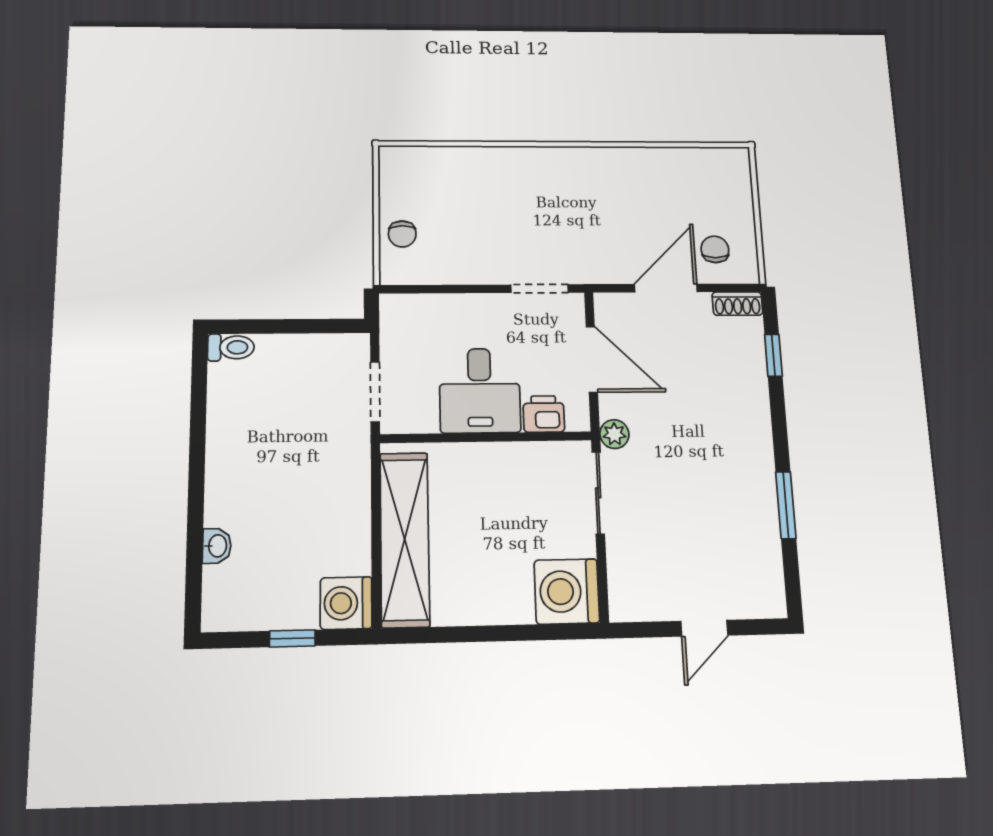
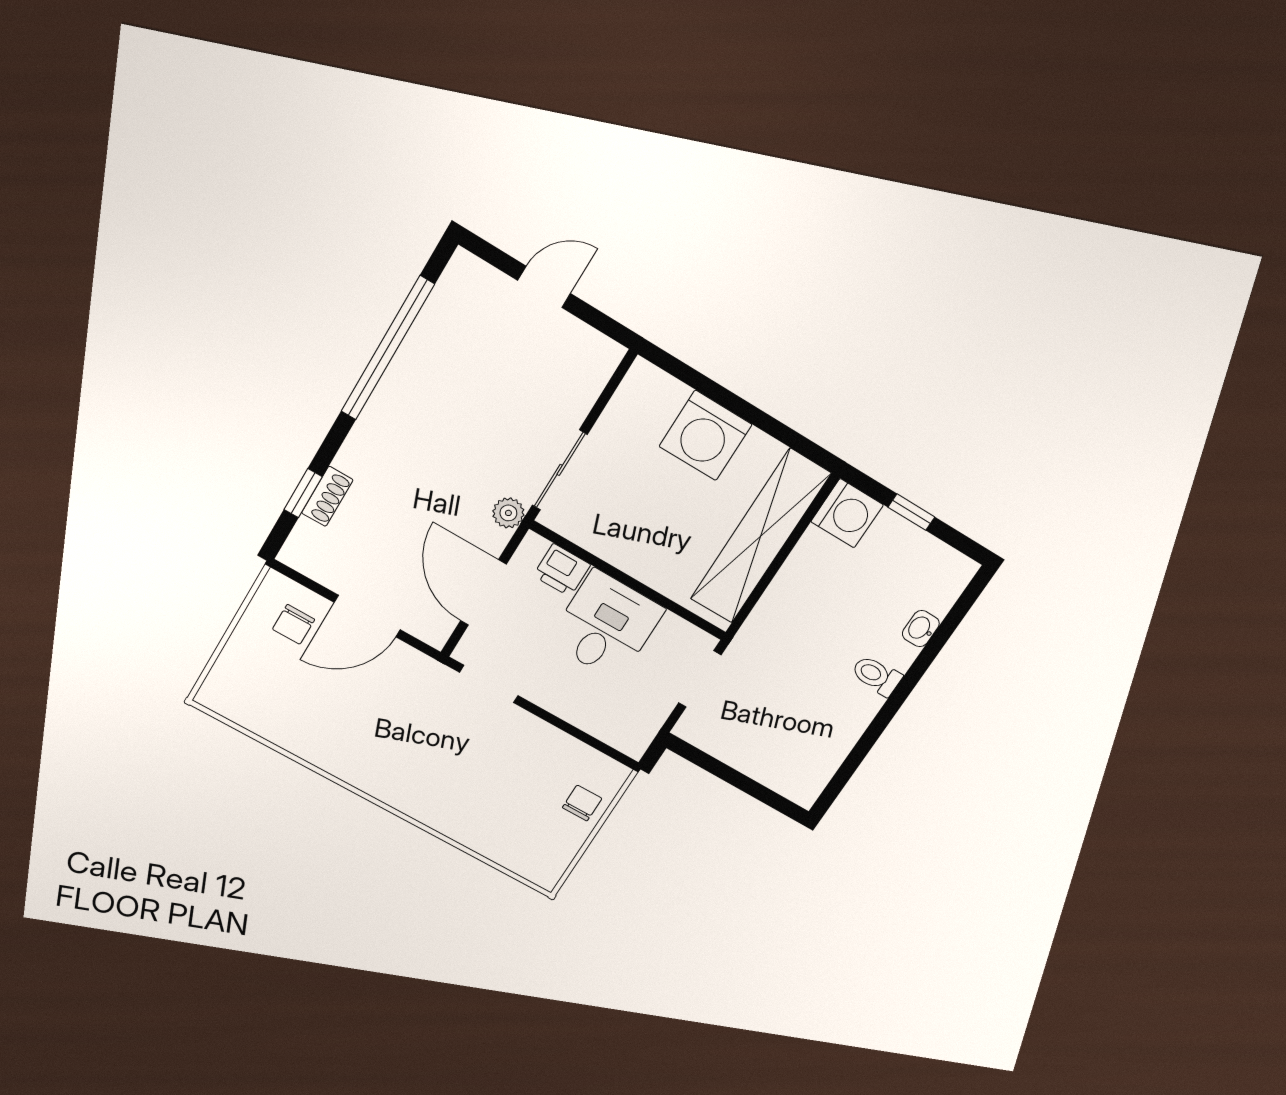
shoe rack: (737, 304) -> (327, 496), moved, turned 90
toilet: (231, 347) -> (876, 676), moved
window: (786, 505) -> (388, 348), width x2.11
washing machine: (567, 591) -> (706, 435), moved, turned 90

